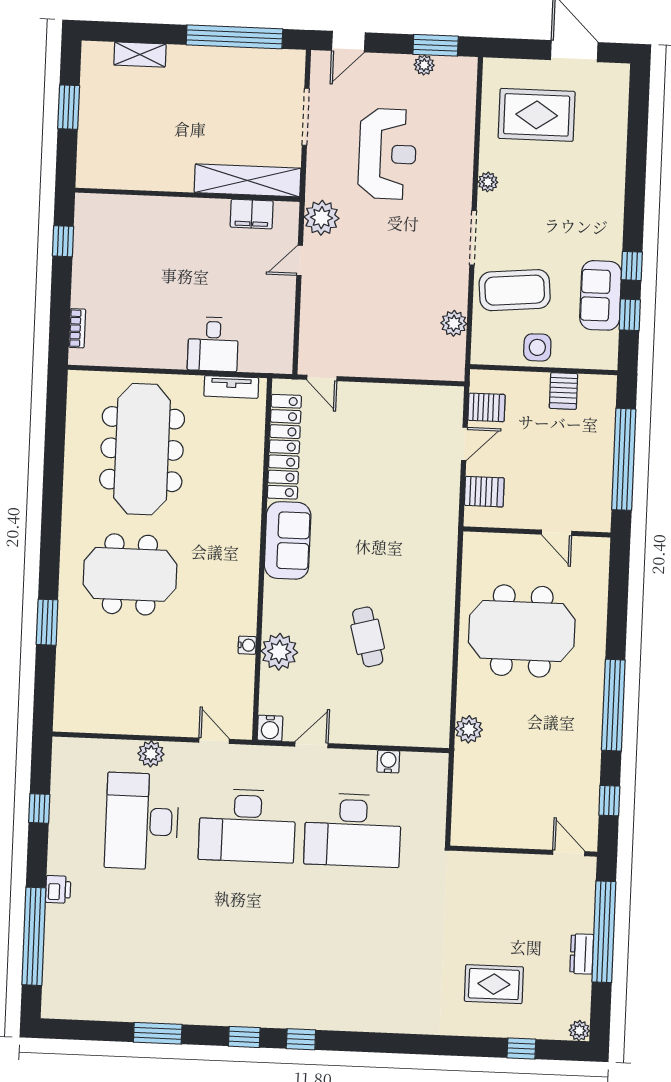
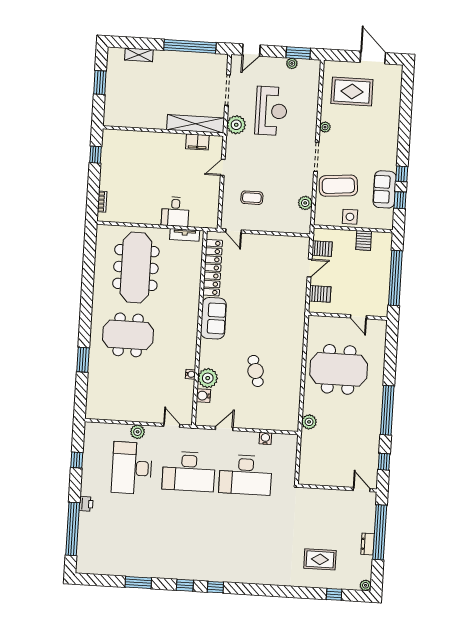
plant: (322, 218) -> (236, 125), moved
coffee table: (355, 316) -> (252, 198), added
water cooler: (270, 728) -> (203, 396), moved, turned 90

